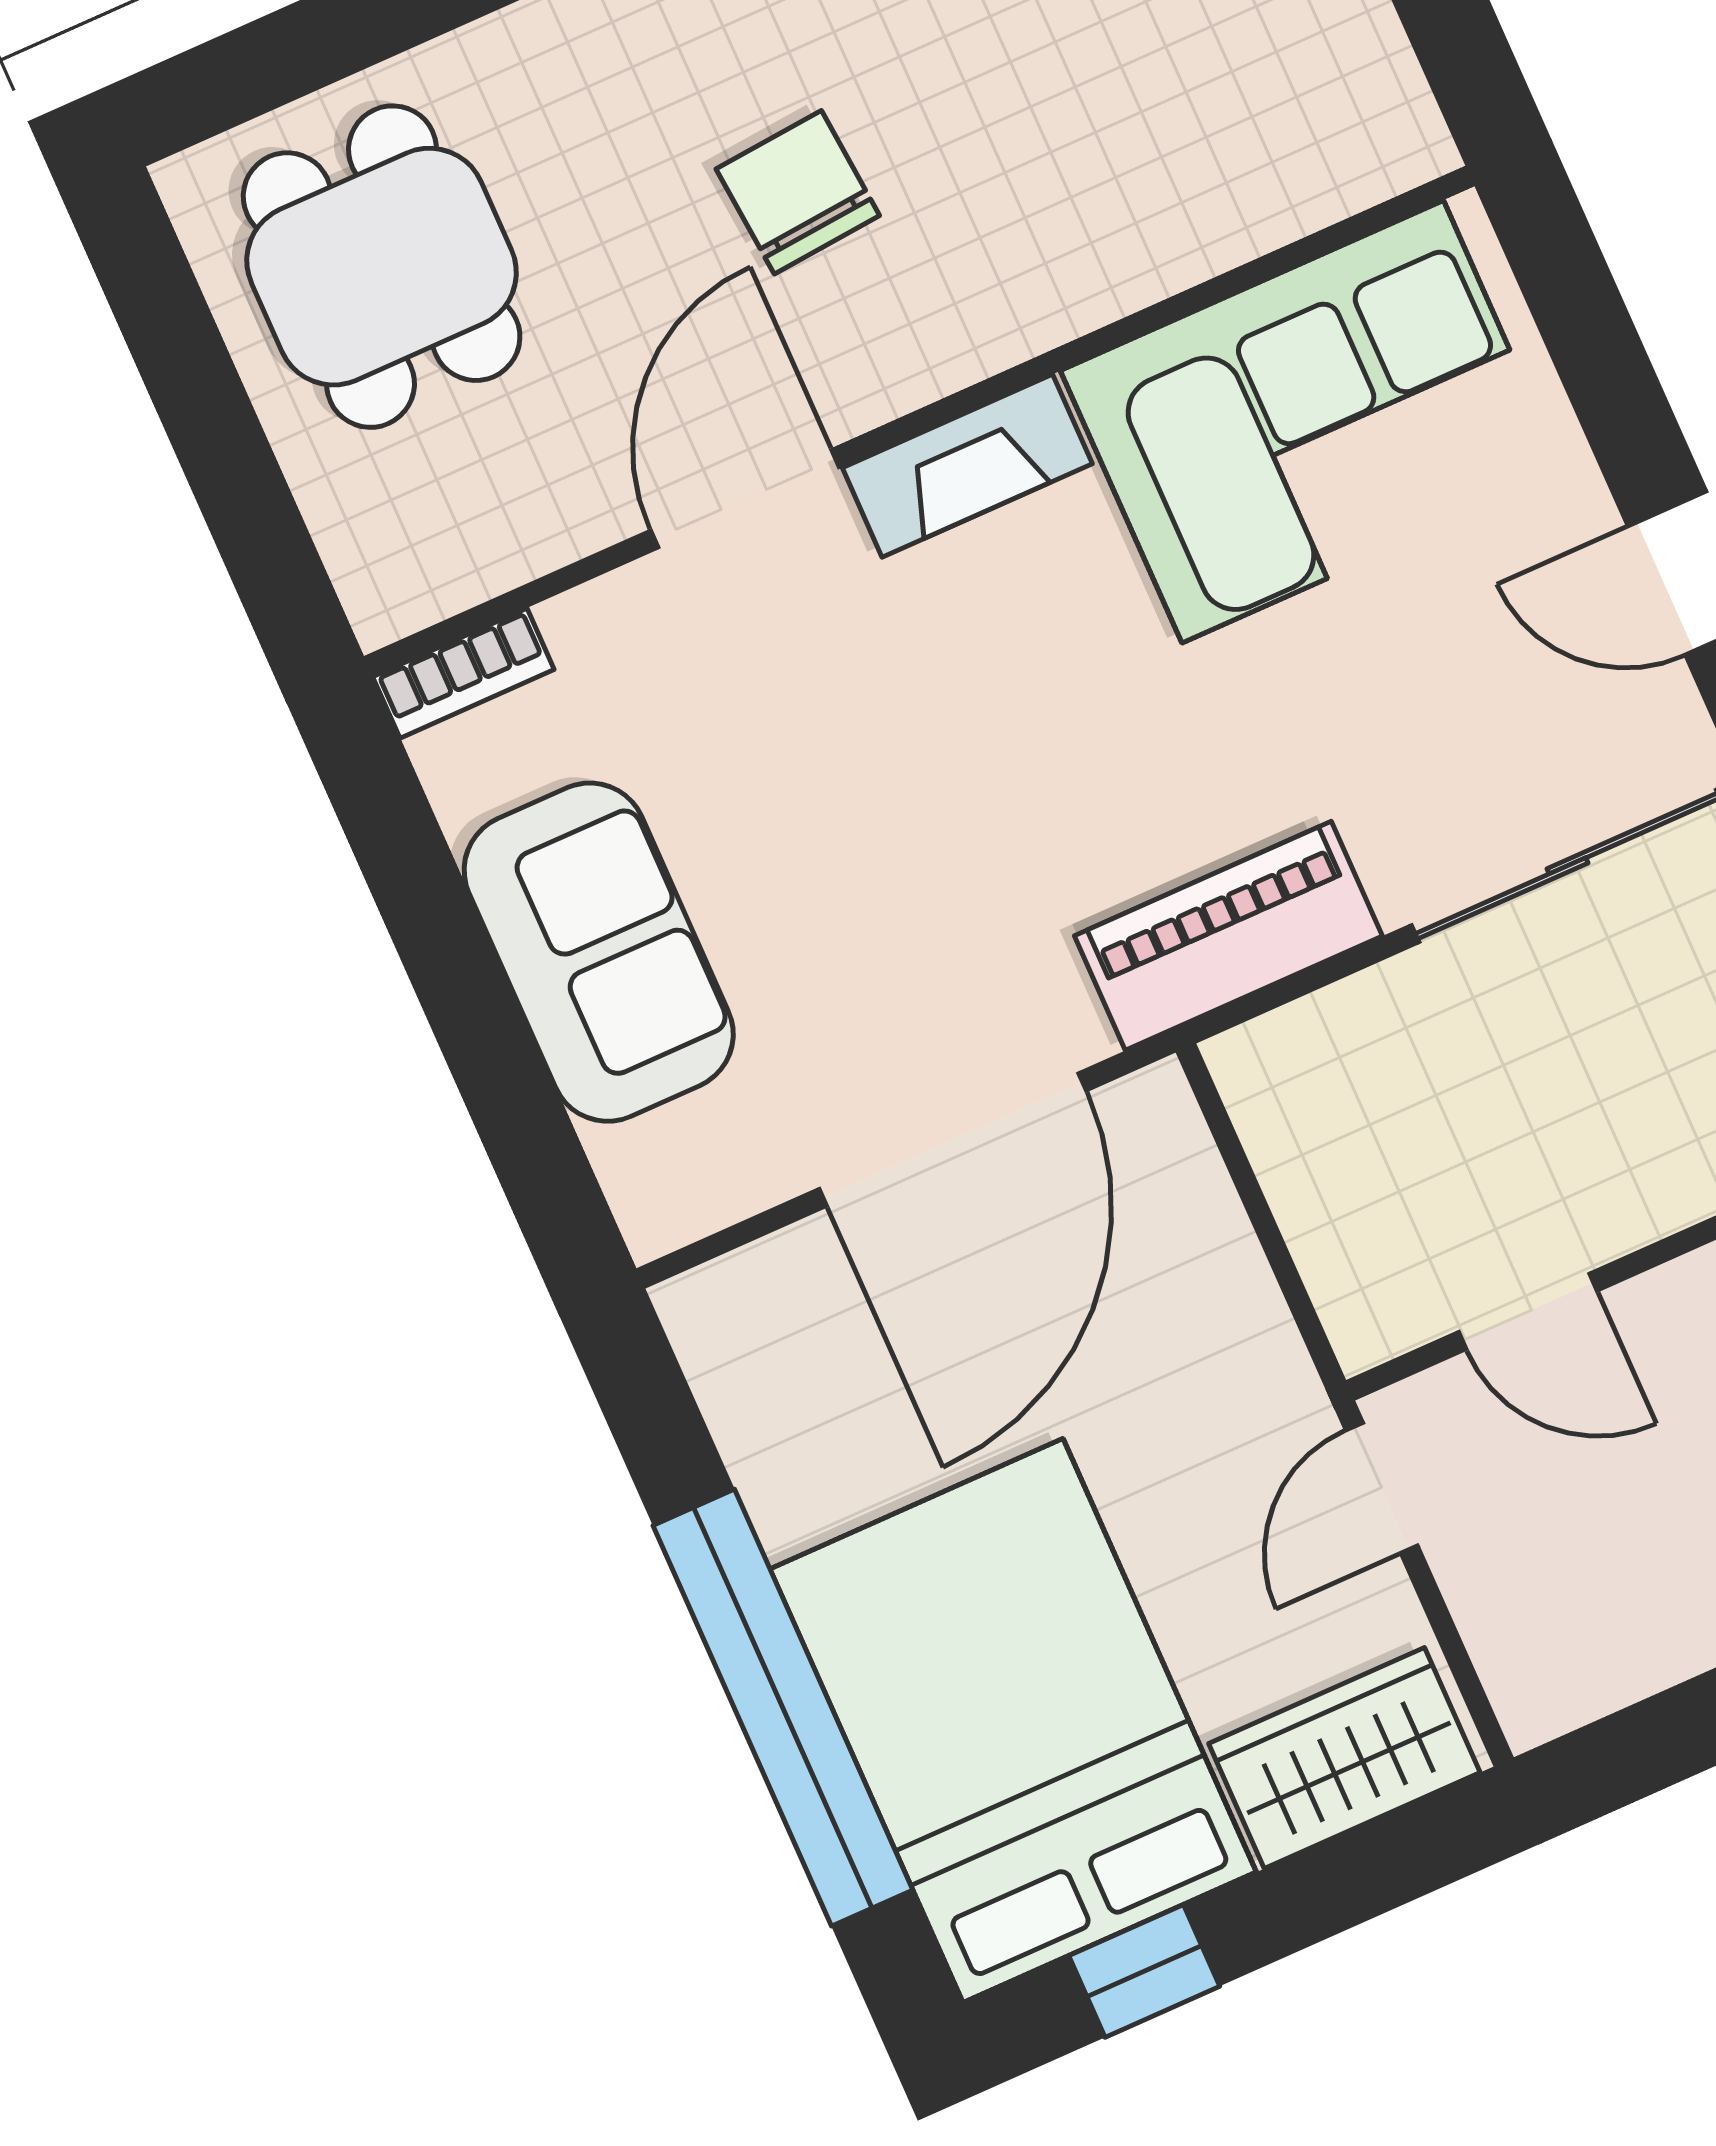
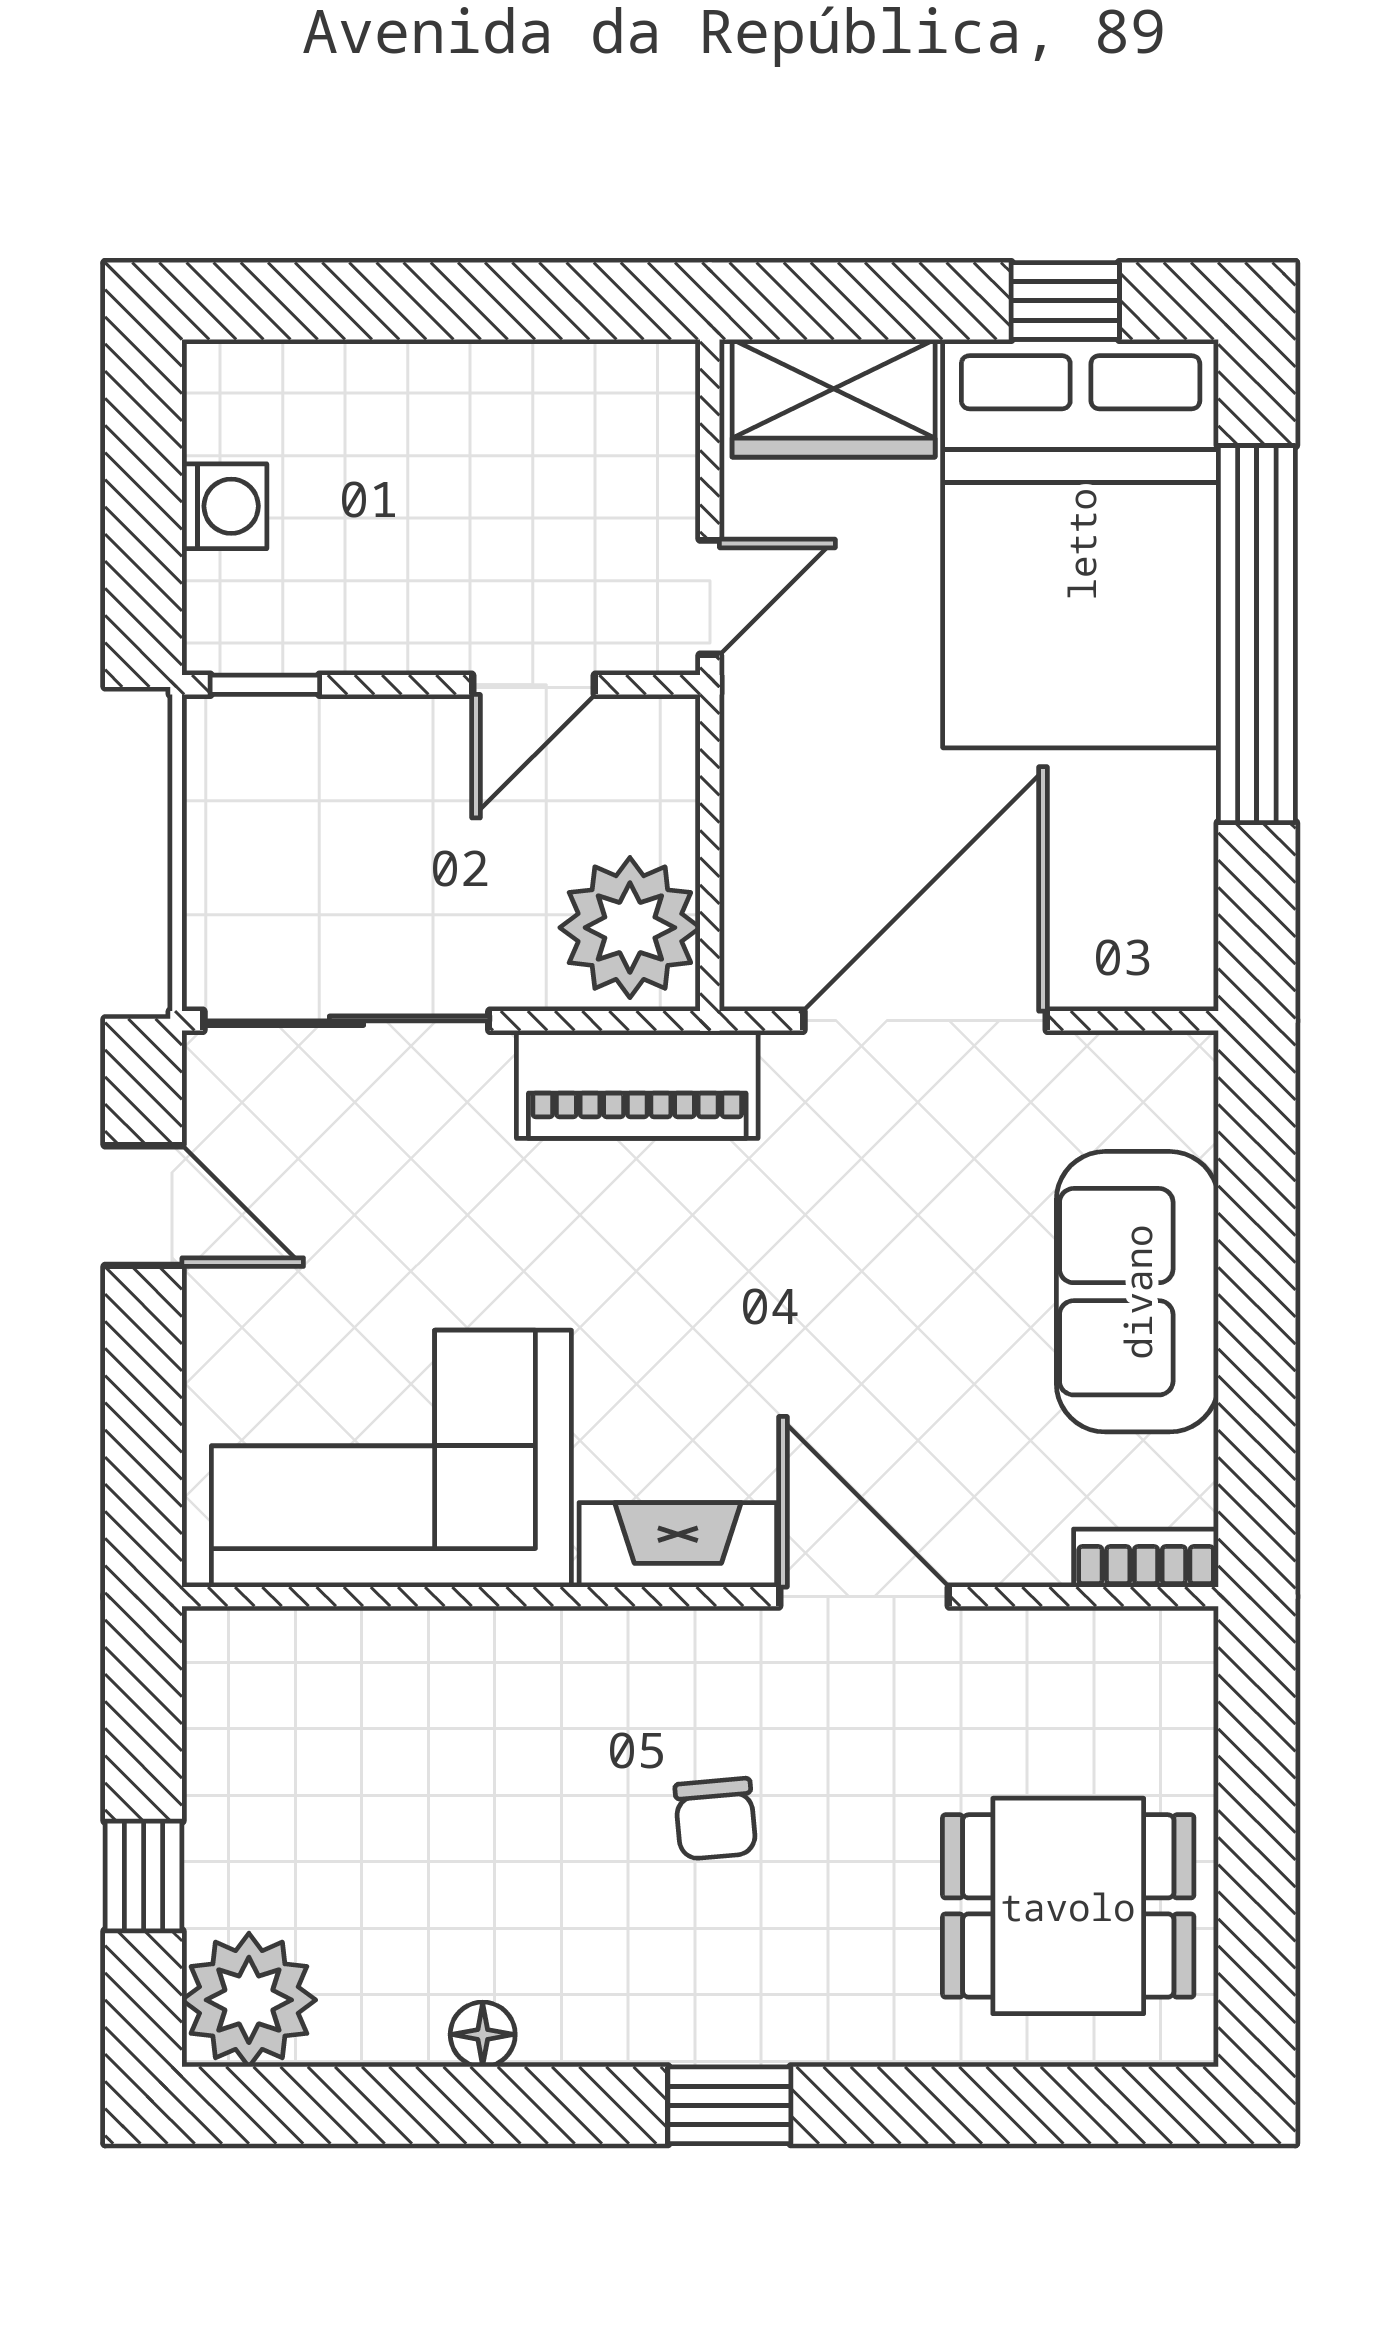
chair: (798, 192) -> (715, 1819), width x0.73, depth x0.73
dining table: (382, 267) -> (1068, 1906), turned 90
door: (745, 499) -> (864, 1597), swing flipped
plant: (1310, 1099) -> (630, 928), added
door: (1528, 1311) -> (534, 685), swing flipped

